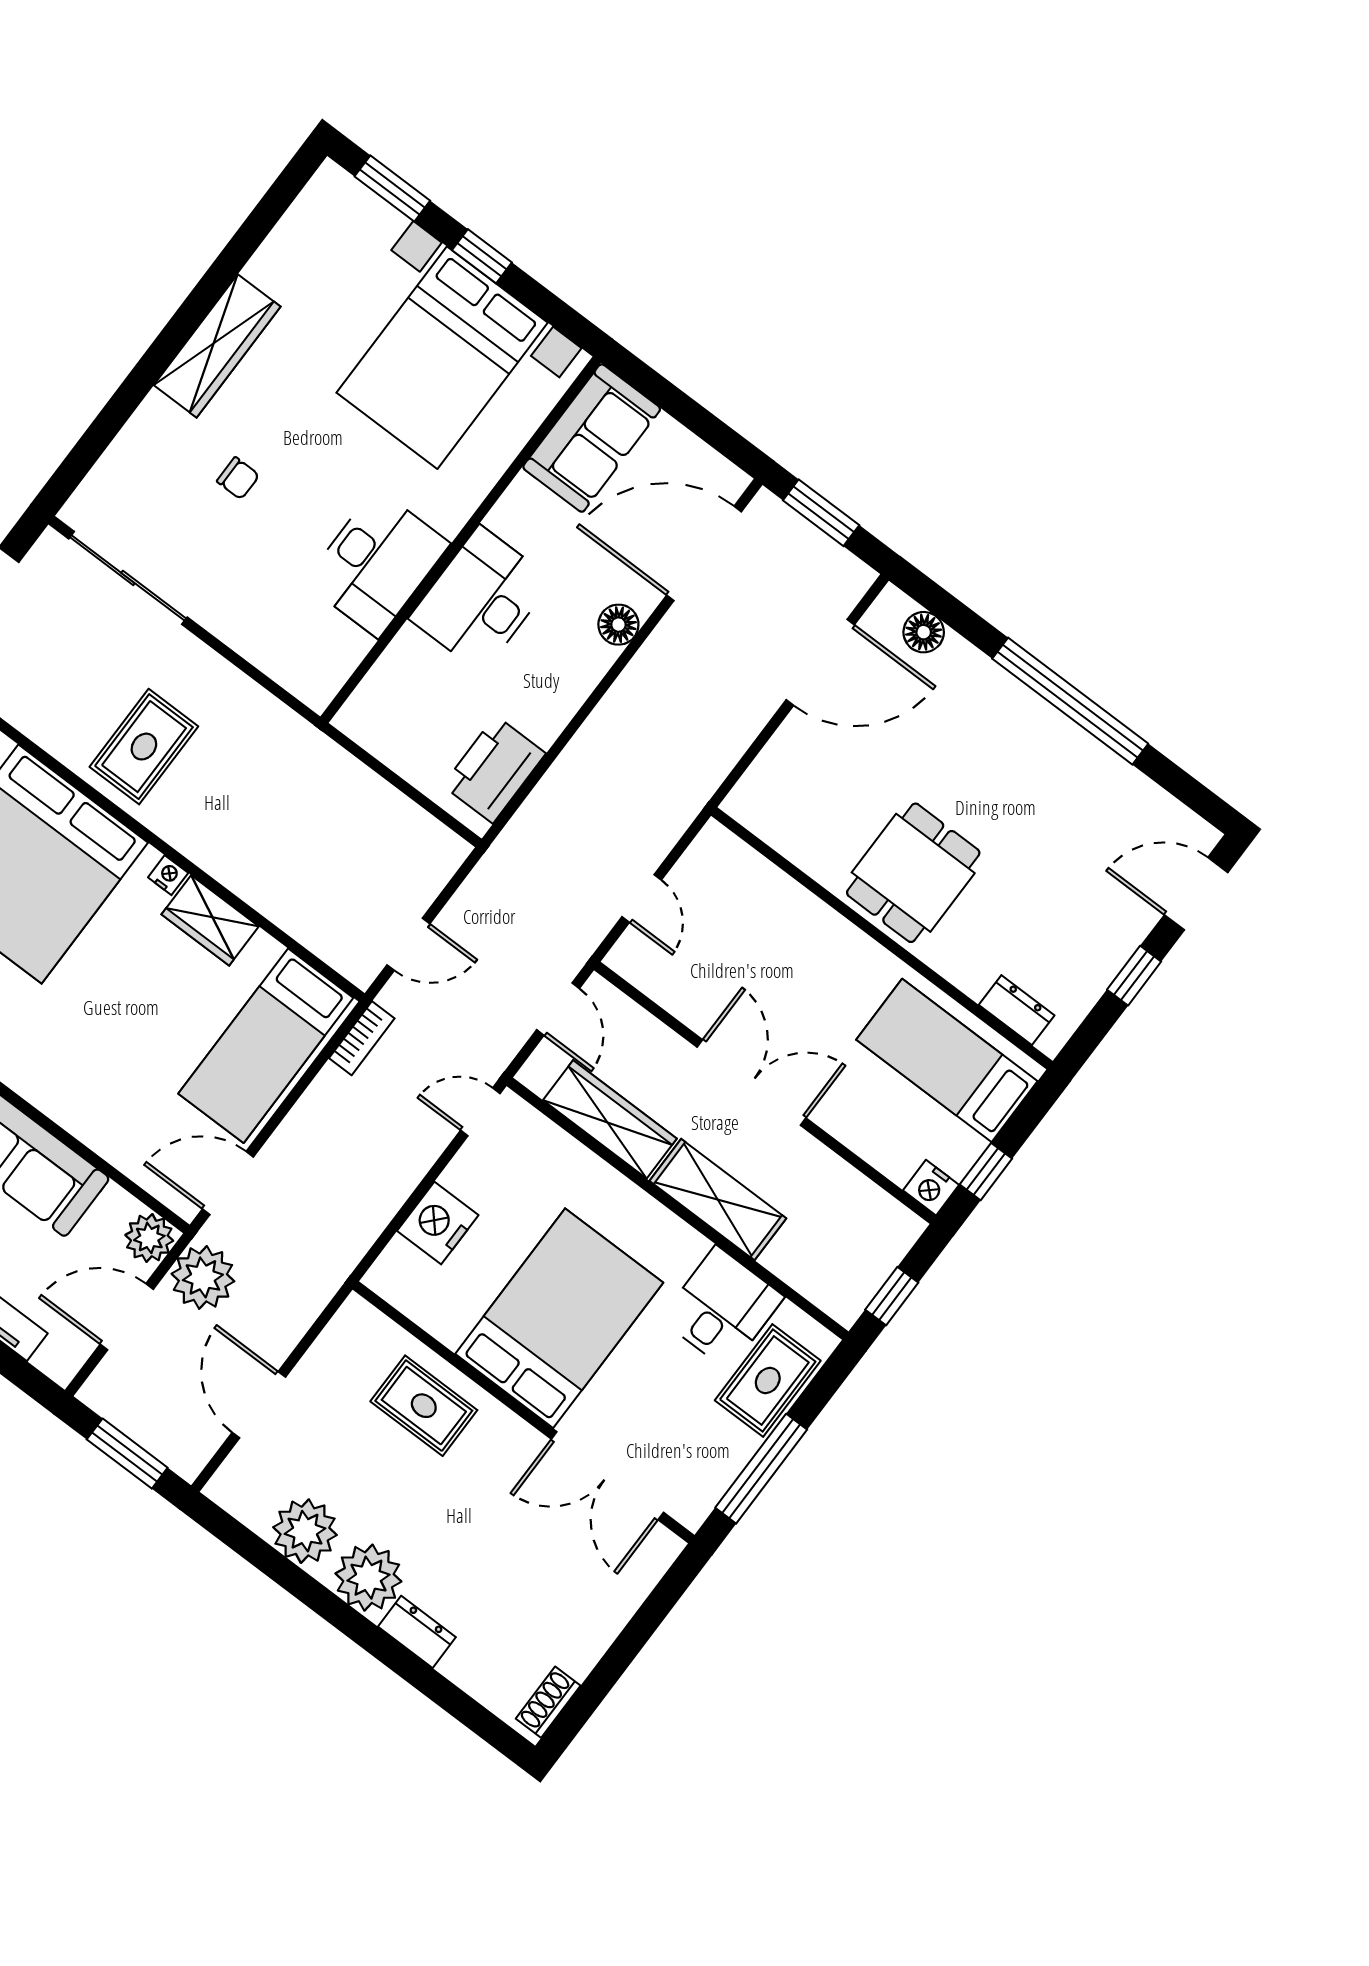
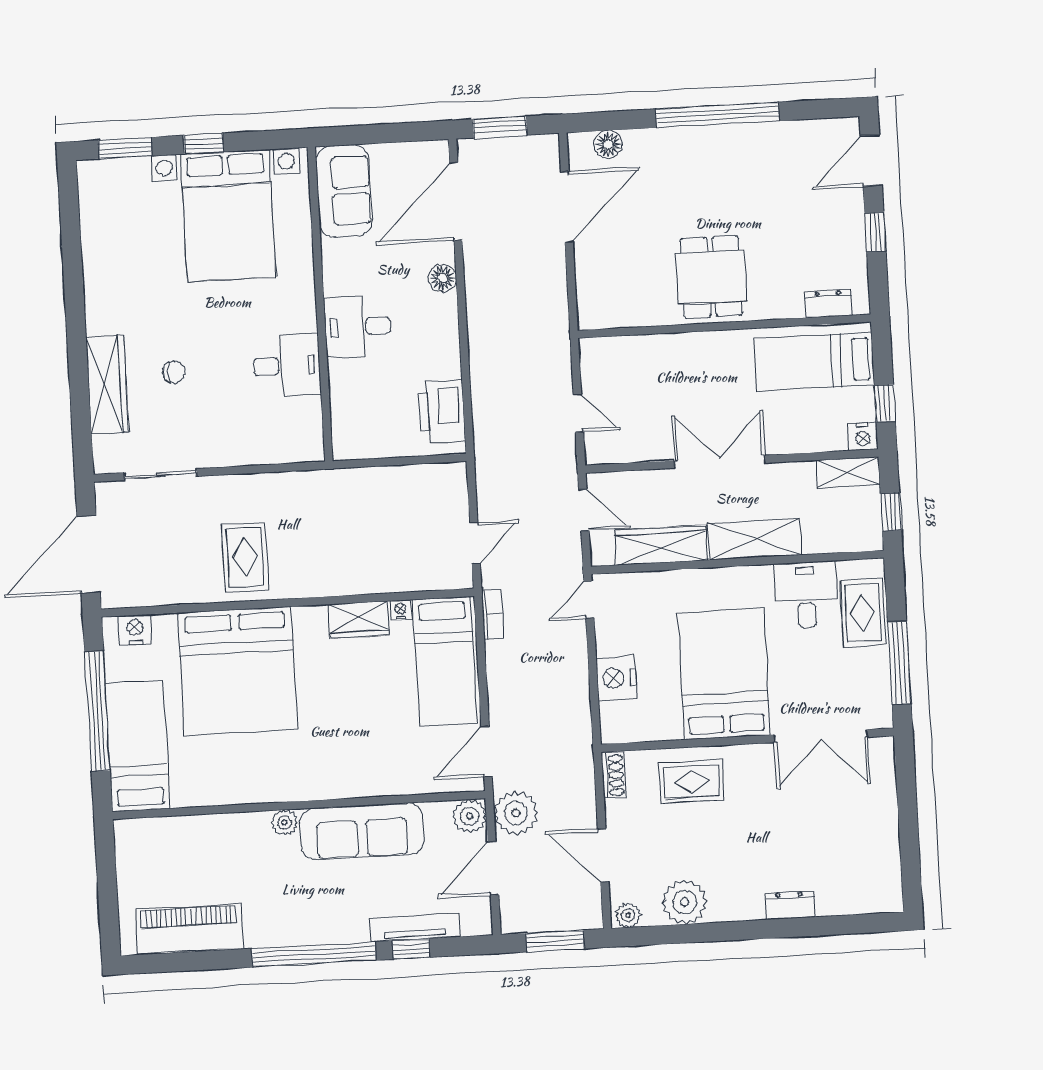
wardrobe: (217, 346) -> (107, 384), moved
desk: (377, 563) -> (287, 366), width x0.73
sliding door: (128, 578) -> (160, 475), width x0.73
desk: (481, 599) -> (358, 327), width x0.73
nightstand: (168, 875) -> (401, 610), moved
shelving: (882, 1213) -> (848, 472), added
plant: (368, 1578) -> (628, 915), moved, width x0.53, depth x0.53
shoe rack: (548, 1702) -> (613, 775), moved, turned 180

